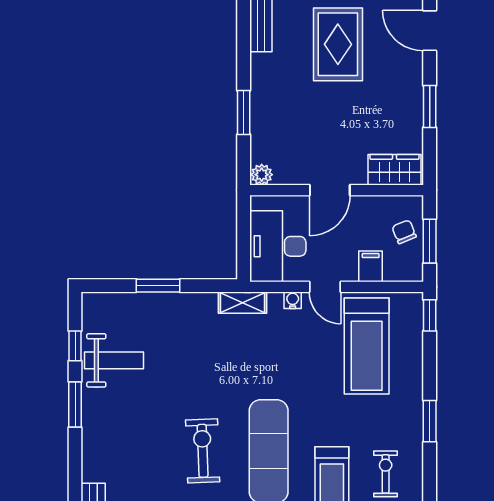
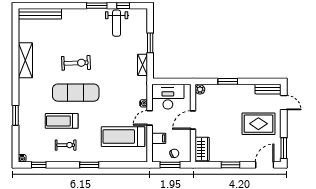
door: (330, 190) -> (193, 120), hinge flipped
shelving: (243, 303) -> (143, 65), moved
window: (430, 315) -> (137, 165), removed

